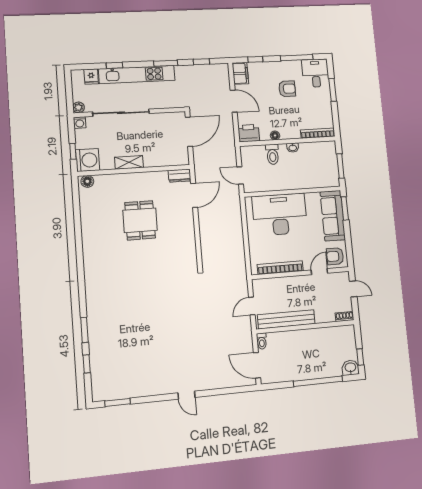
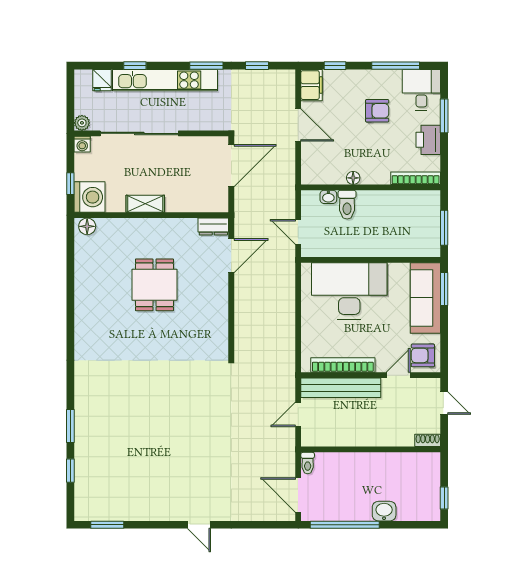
printer: (249, 133) -> (428, 140), moved, turned -90
washbasin: (293, 148) -> (328, 197), moved
bench: (286, 319) -> (341, 388), moved
washbasin: (350, 368) -> (384, 511), moved
window: (318, 381) -> (345, 525), moved

